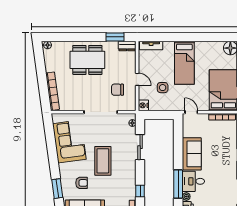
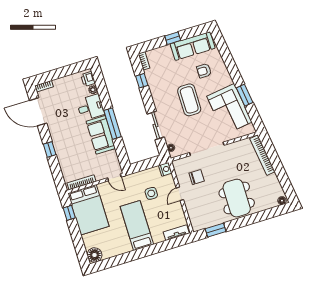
dresser: (127, 46) -> (200, 225), removed
dining table: (87, 60) -> (237, 198), turned 90
door: (137, 79) -> (180, 194), hinge flipped
window: (178, 184) -> (112, 124), moved
window: (57, 189) -> (245, 95), moved

